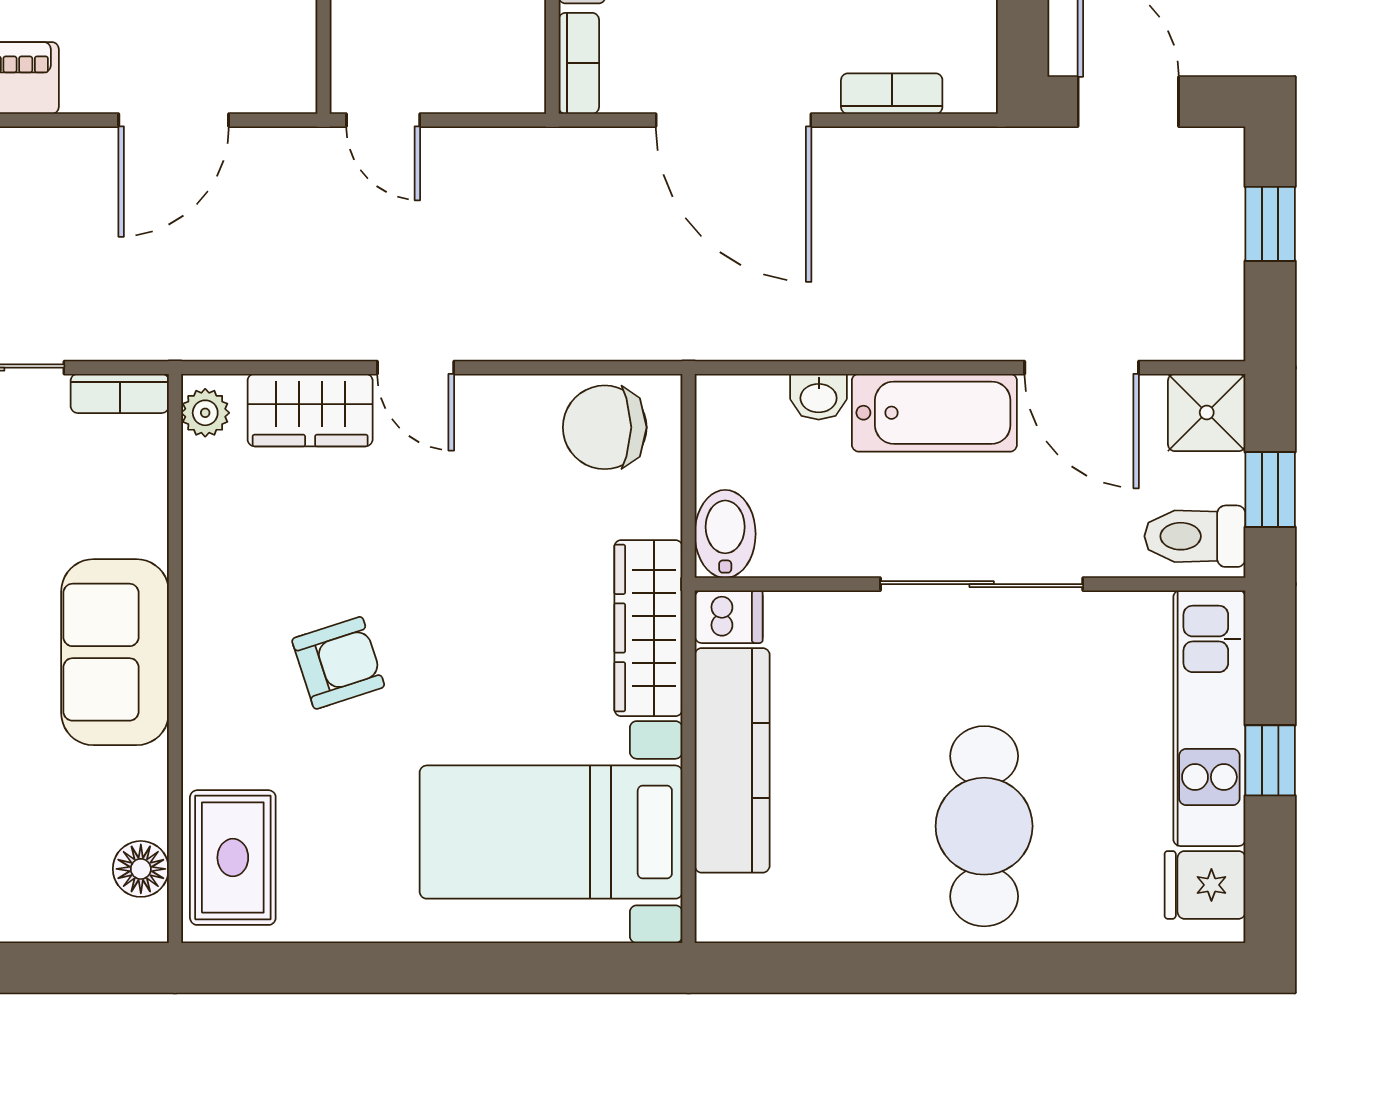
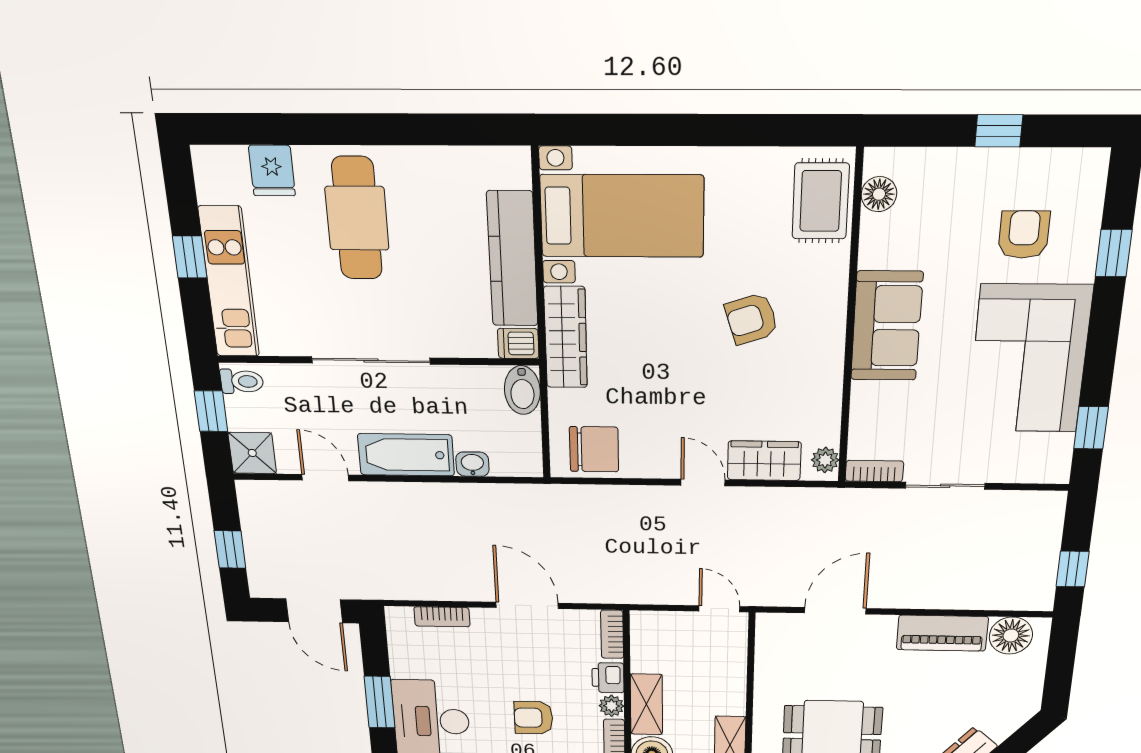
door: (734, 120) -> (527, 605), width x0.73
door: (1082, 368) -> (325, 478), width x0.73
toilet: (1195, 536) -> (242, 381), width x0.73, depth x0.72
fridge: (1205, 885) -> (272, 171), moved, turned 90

